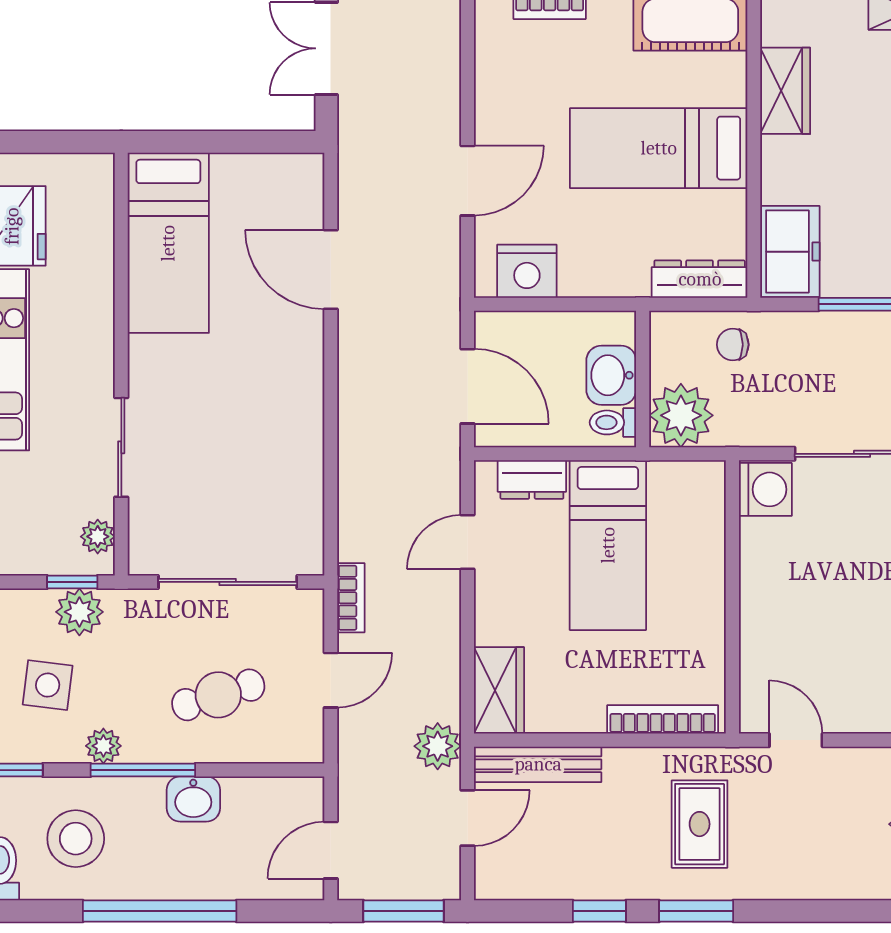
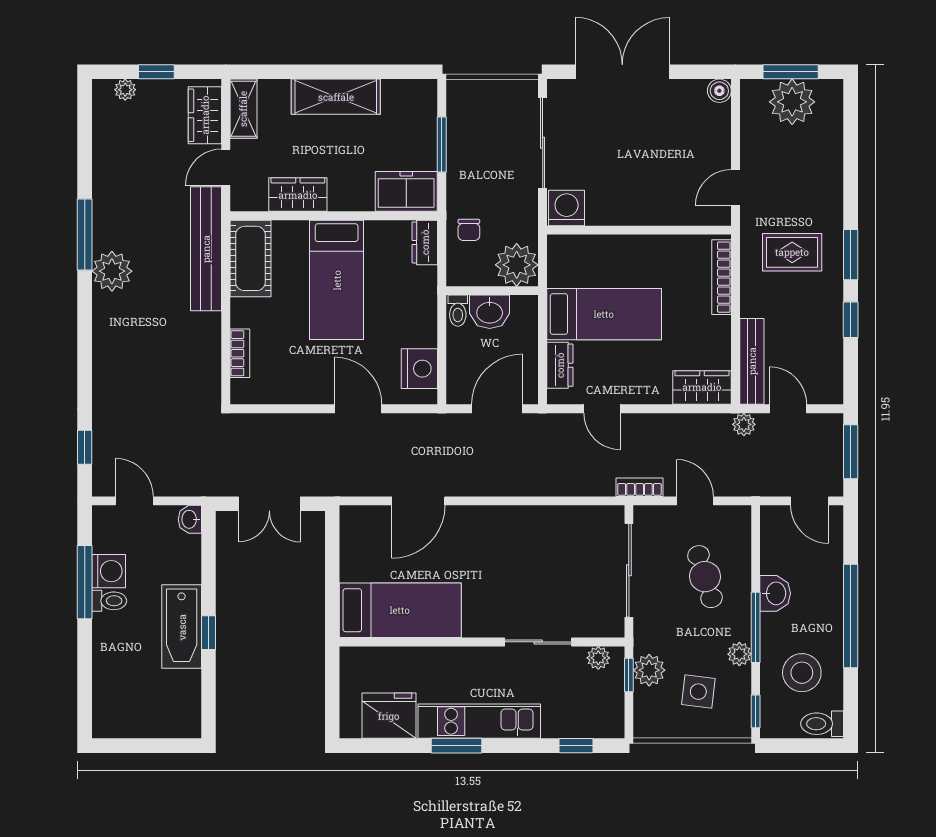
dresser: (700, 279) -> (425, 242), width x0.70
toilet: (613, 422) -> (458, 311), moved
plant: (438, 746) -> (744, 424), width x0.73, depth x0.73

